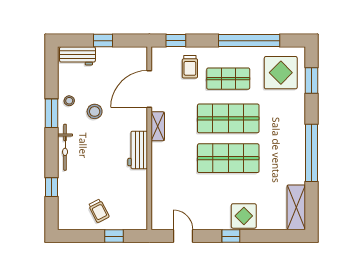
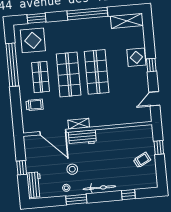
window: (176, 41) -> (17, 116), removed
workbench: (138, 150) -> (82, 138), moved

